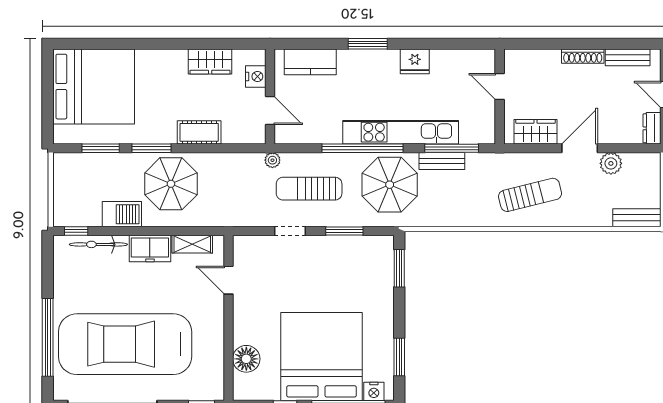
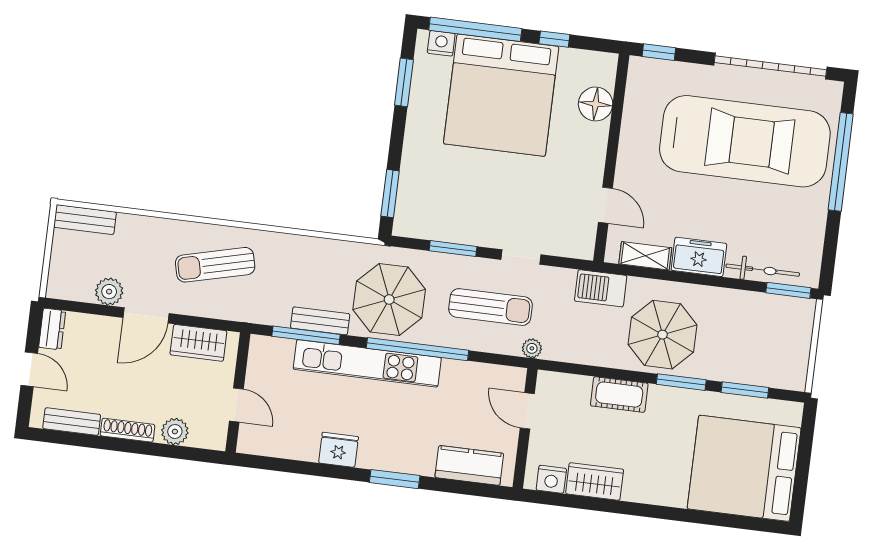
plant: (545, 60) -> (175, 431), added
nightstand: (256, 77) -> (551, 479), moved, turned -90
barbecue: (122, 214) -> (601, 288), moved
window: (76, 231) -> (788, 290), width x1.50

